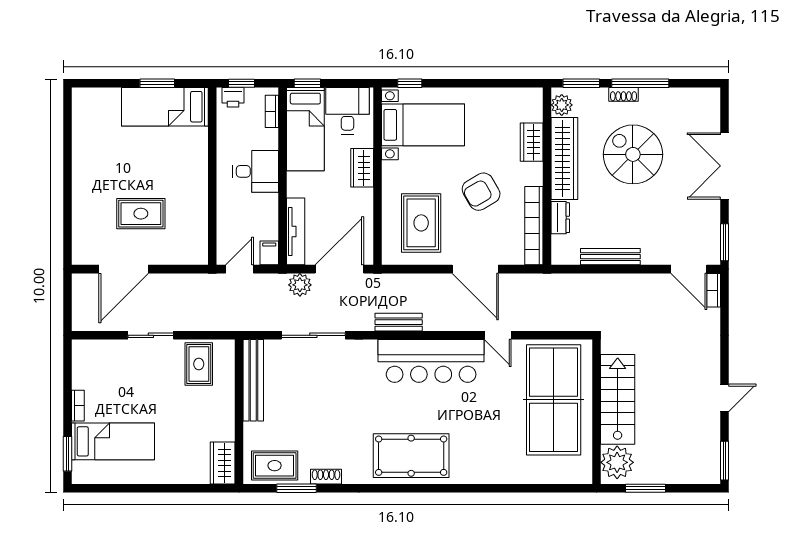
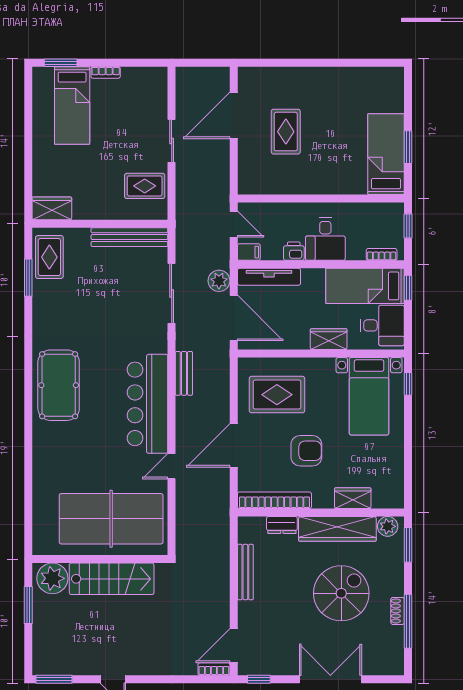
window: (640, 83) -> (408, 621), moved
shoe rack: (624, 94) -> (398, 611), moved
printer: (233, 97) -> (294, 251), moved, turned 90
armchair: (481, 192) -> (306, 451), turned 120
window: (725, 242) -> (259, 679), width x0.67
door: (124, 269) -> (234, 115), hinge flipped
shoe rack: (326, 477) -> (39, 305), removed

